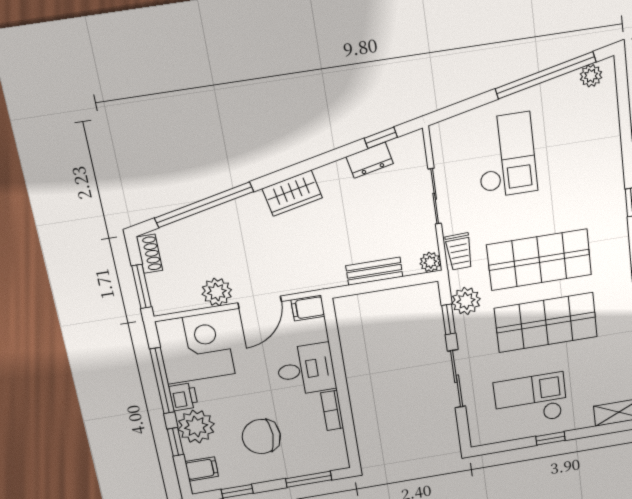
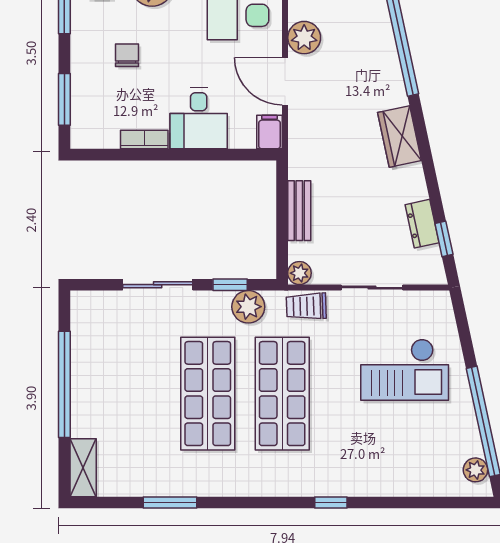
checkout: (531, 400) -> (117, 366), removed
chair: (261, 437) -> (127, 55), width x0.54, depth x0.54
window: (550, 438) -> (64, 384), width x3.17

